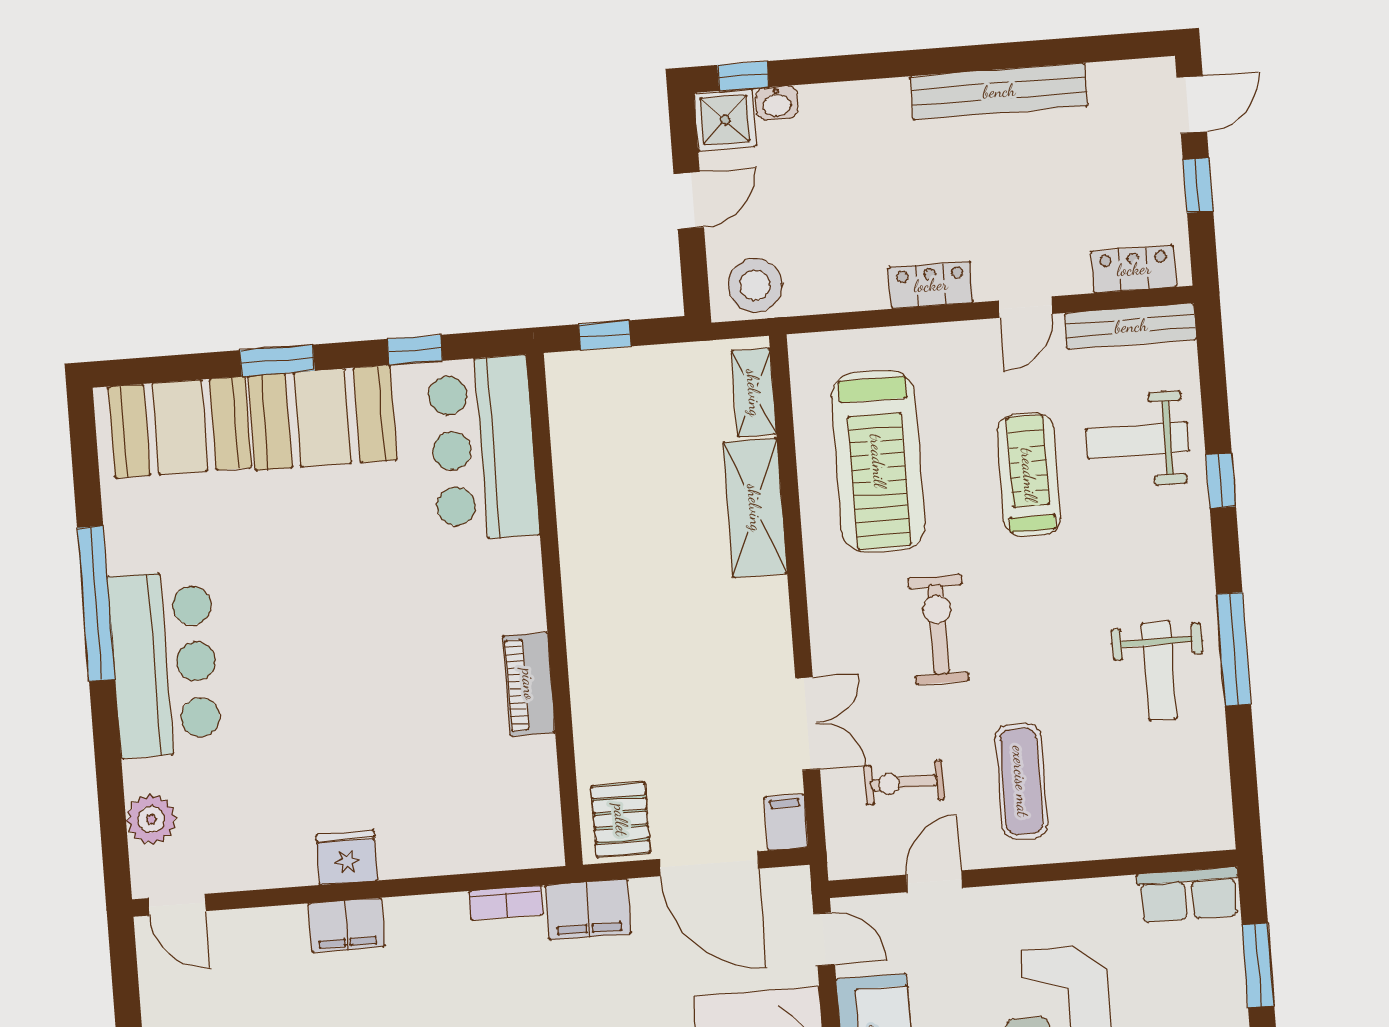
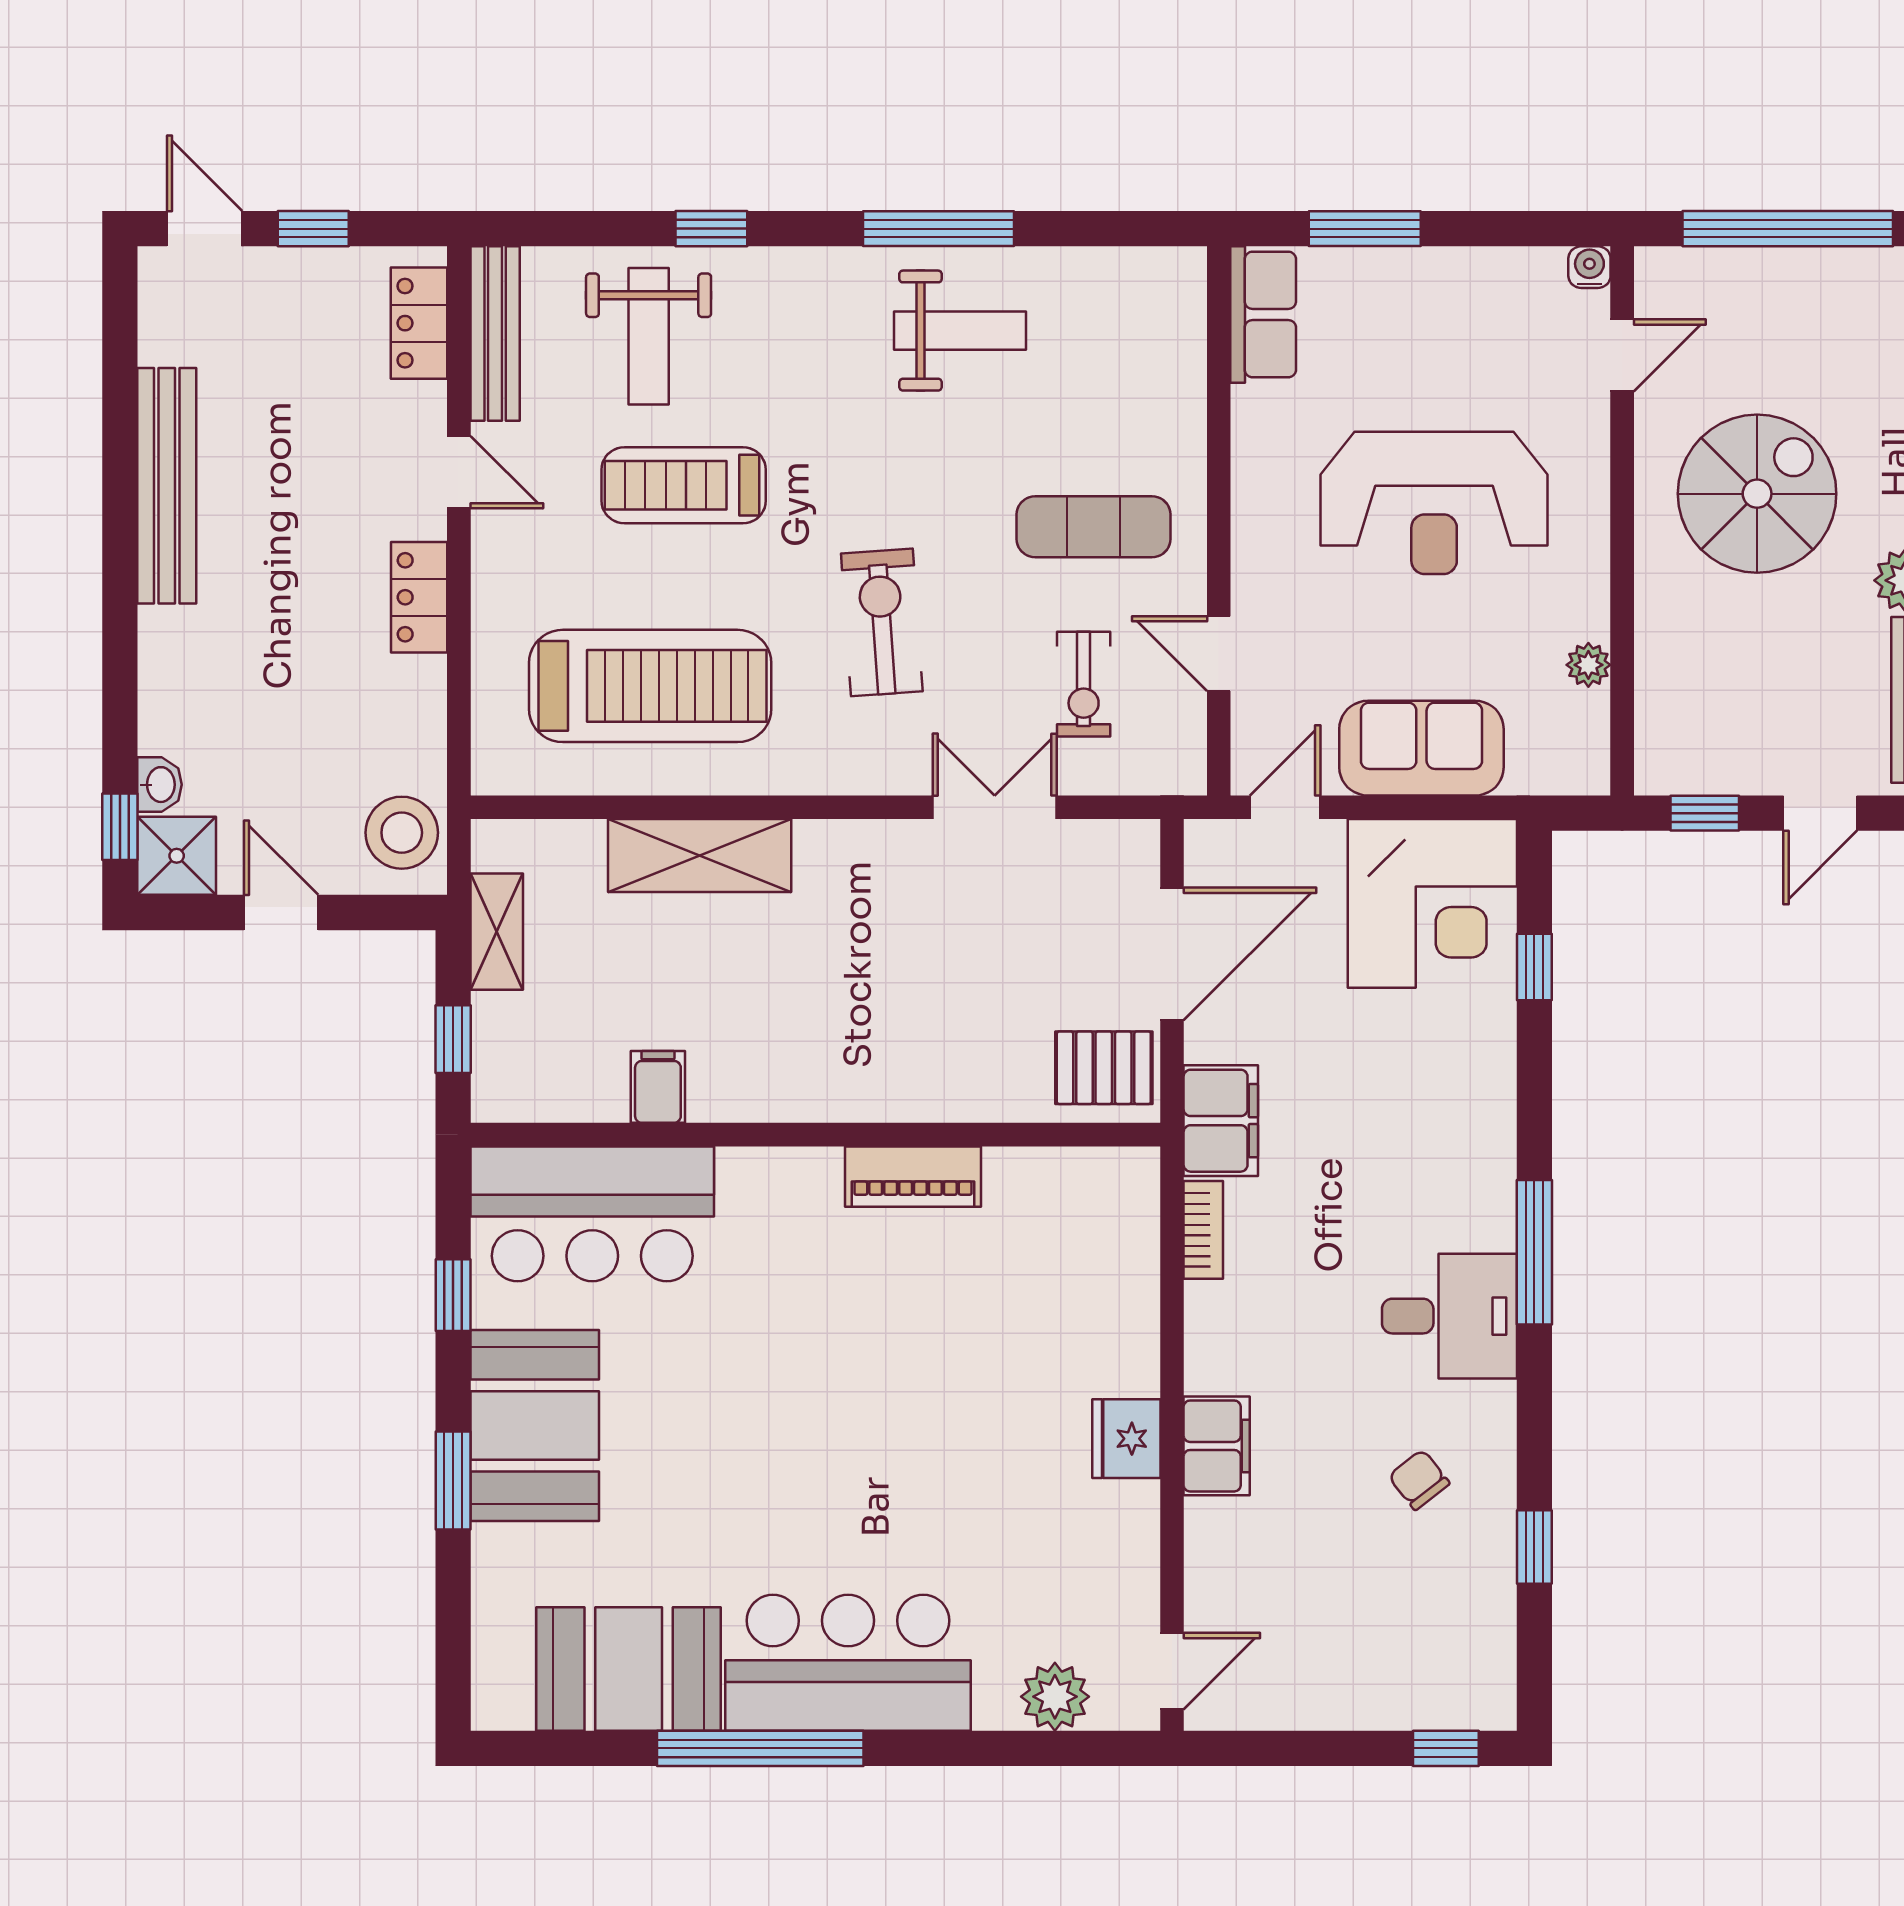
shelving: (754, 393) -> (497, 932), moved, turned 90
booth: (180, 427) -> (629, 1669), moved, turned 90
exercise bike: (938, 630) -> (882, 622), turned 86
filing cabinet: (786, 822) -> (658, 1087), moved, turned 90

